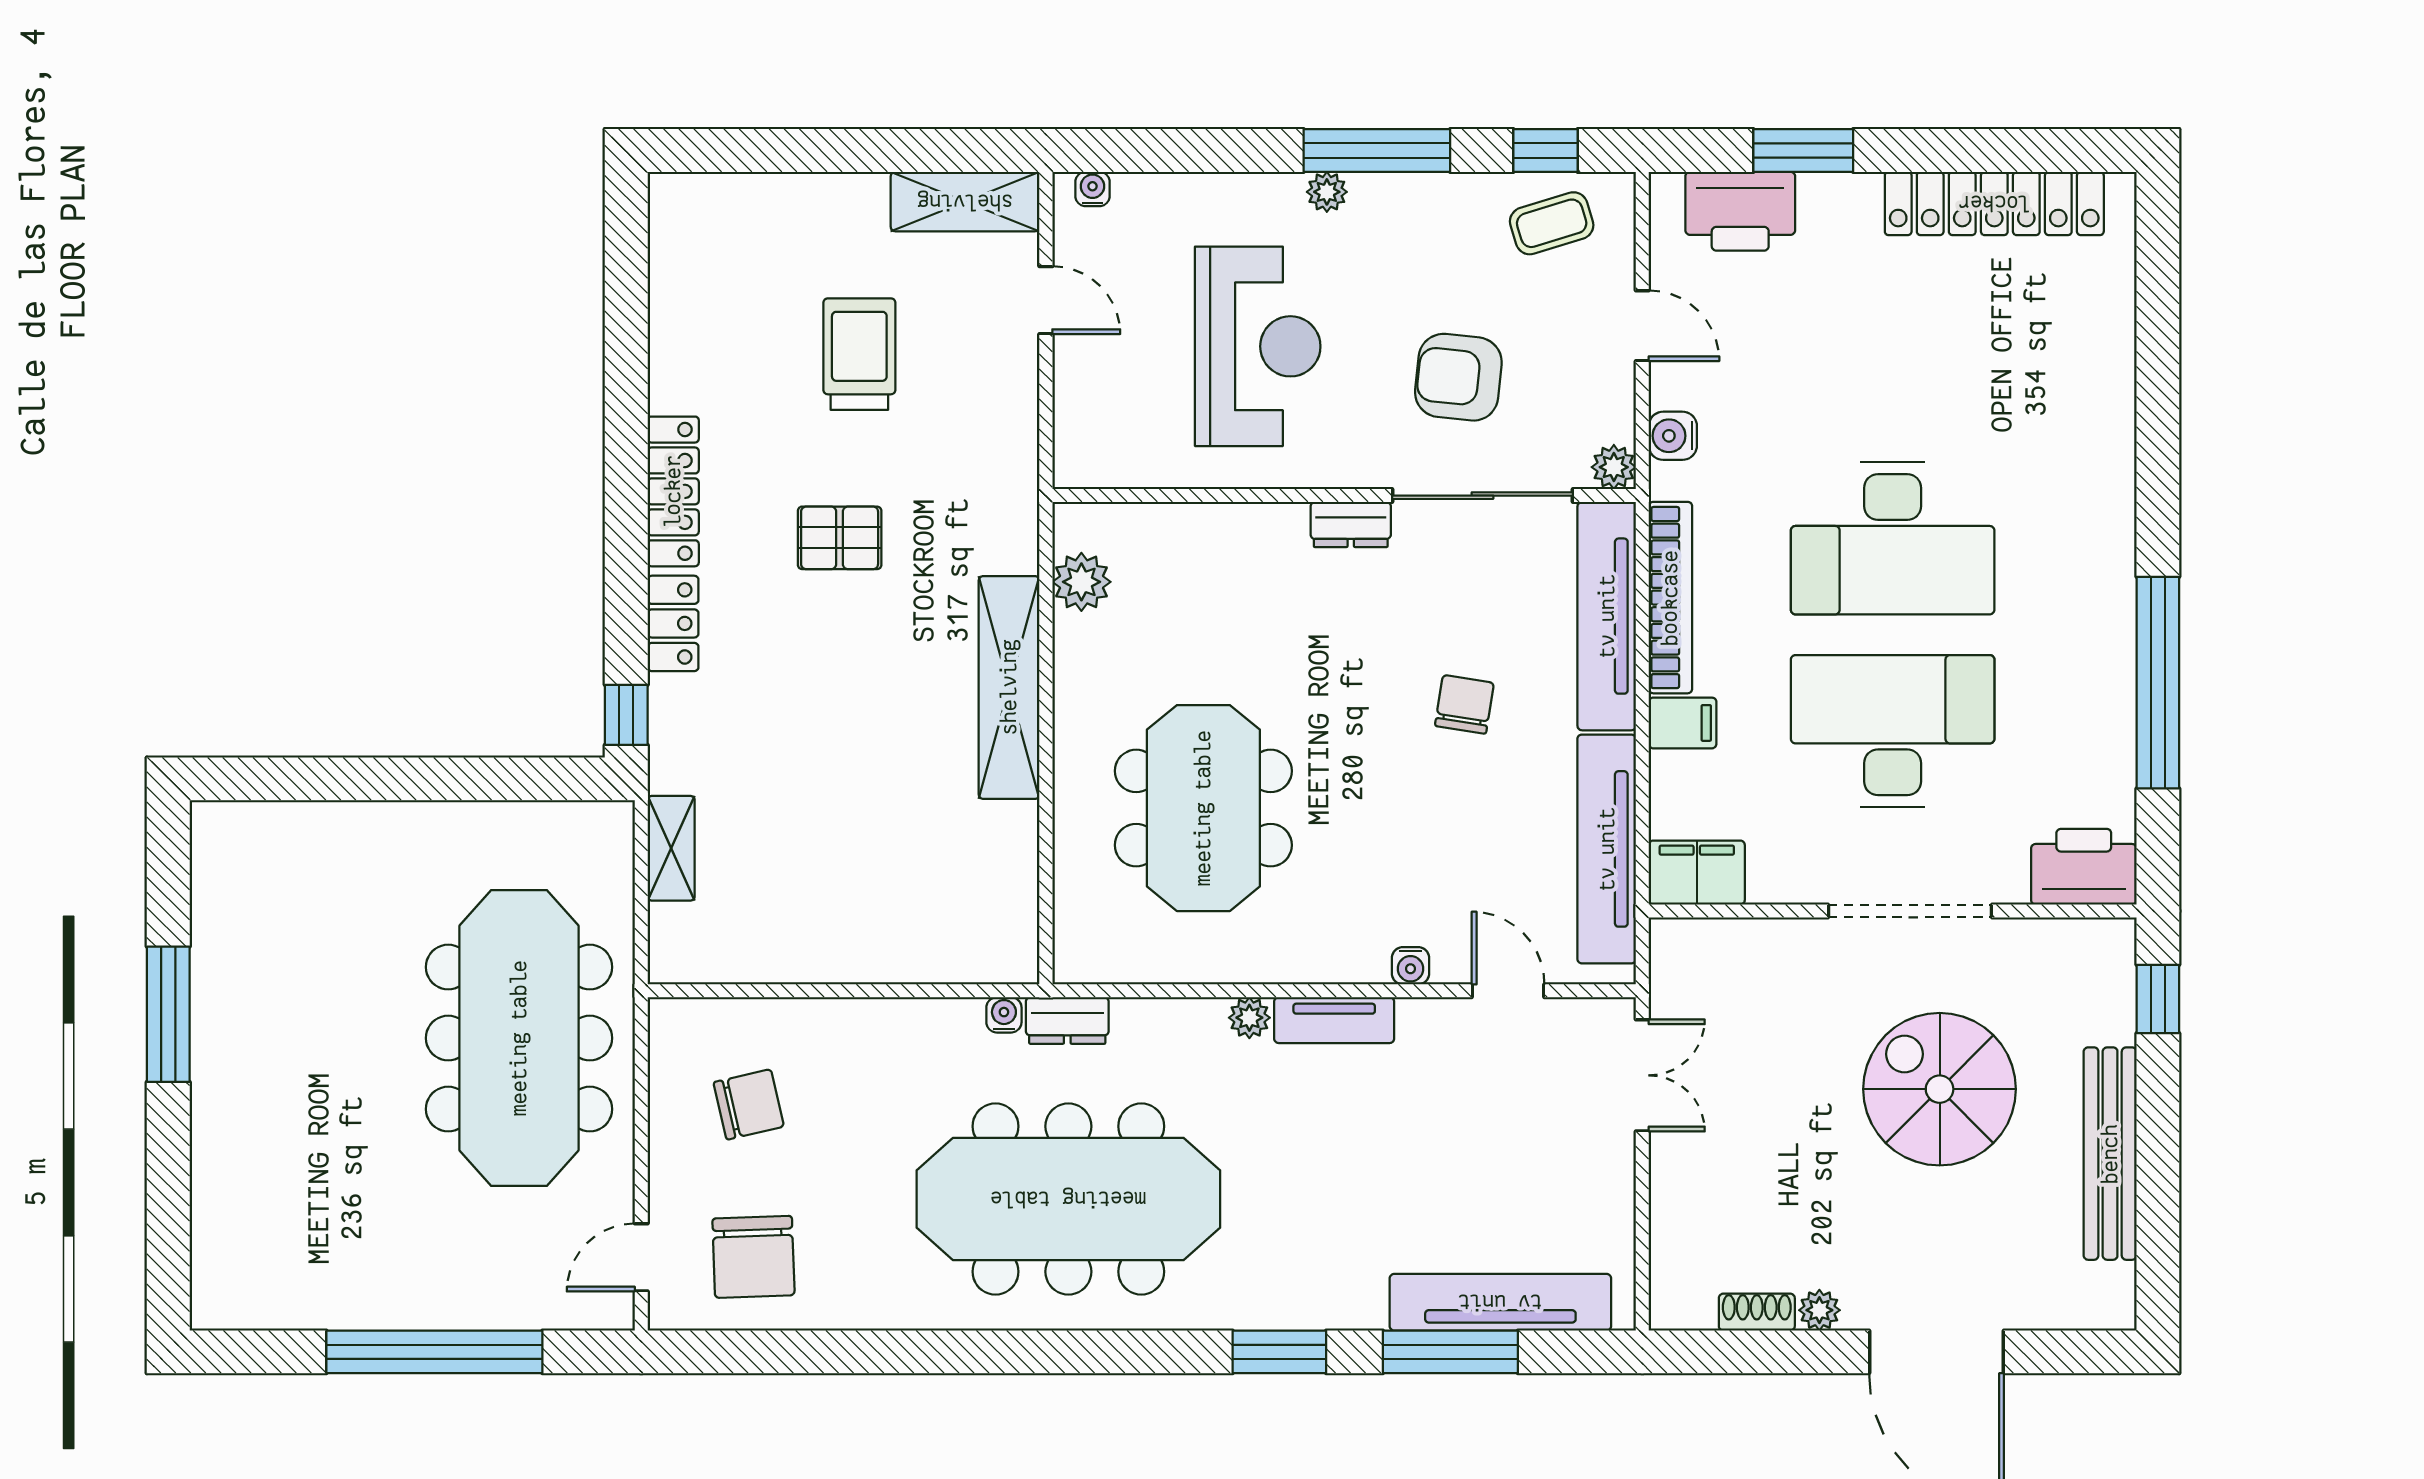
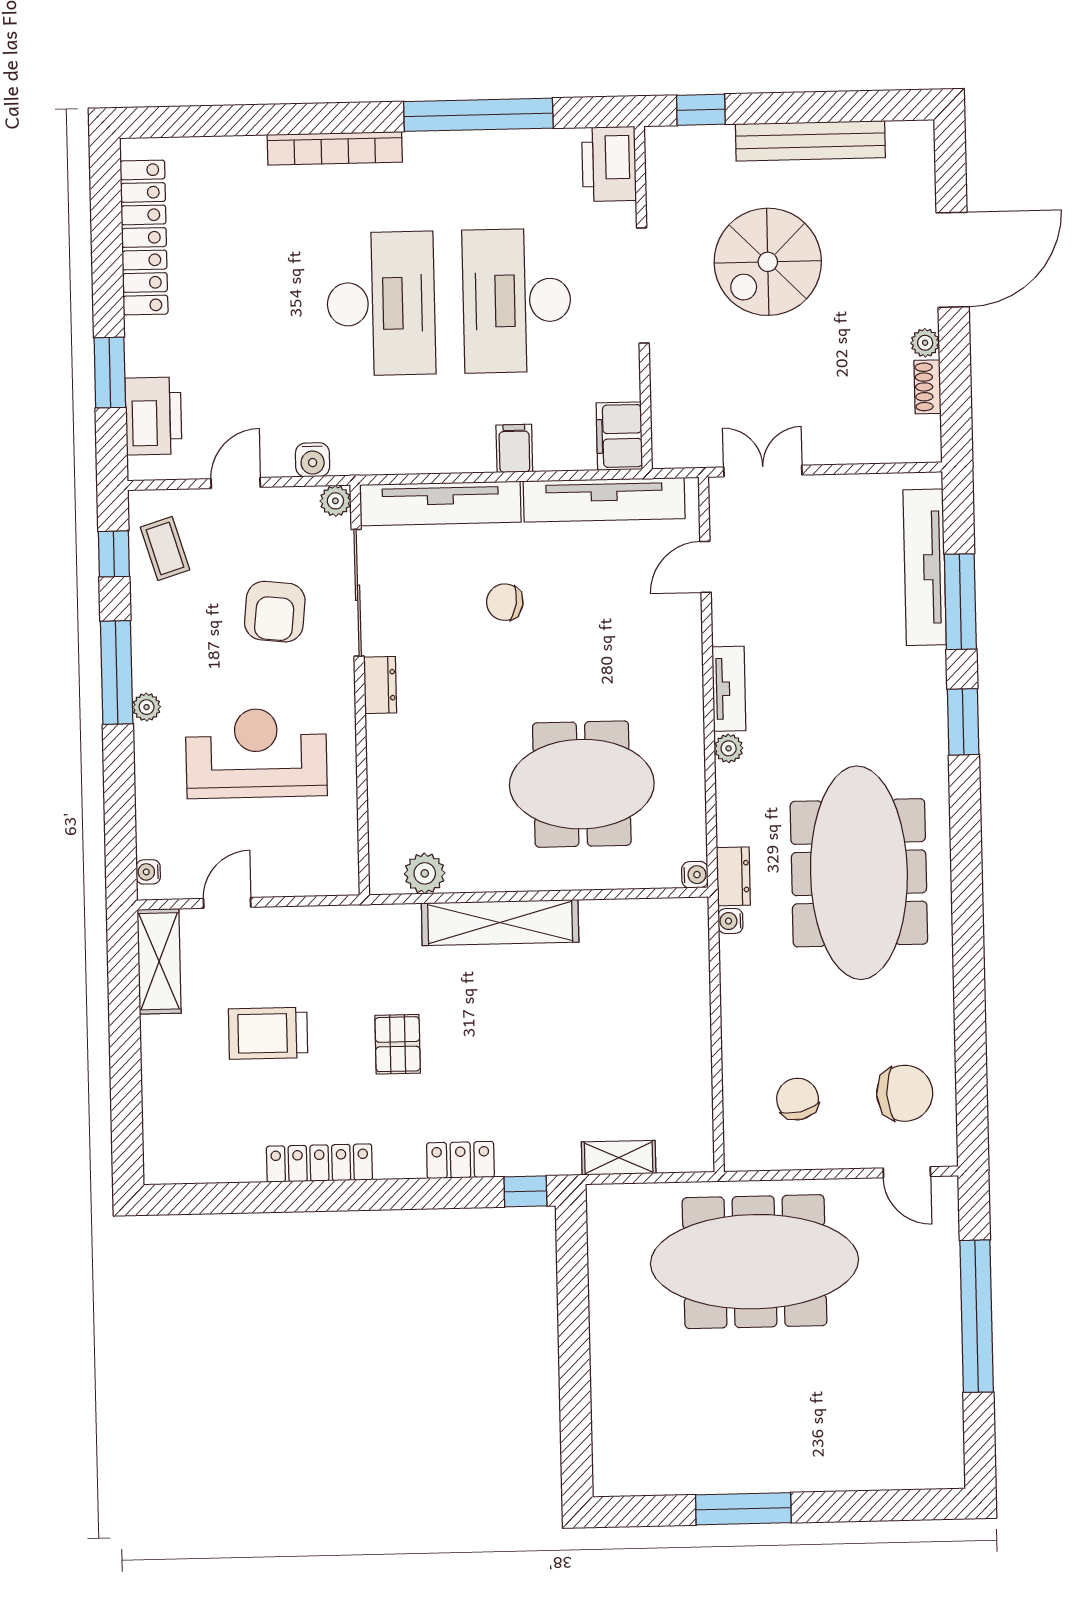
locker: (673, 491) -> (319, 1163), moved
bookcase: (1670, 598) -> (335, 148), moved, turned 180
water cooler: (1410, 966) -> (695, 875), moved

